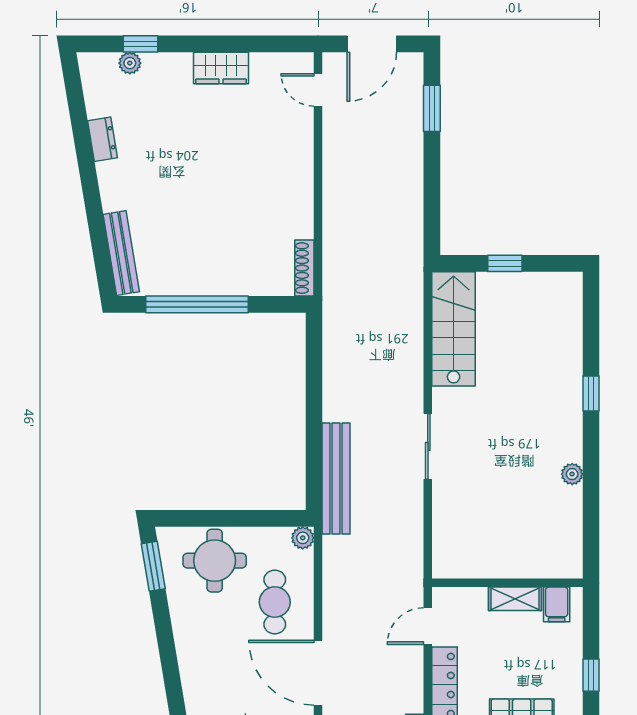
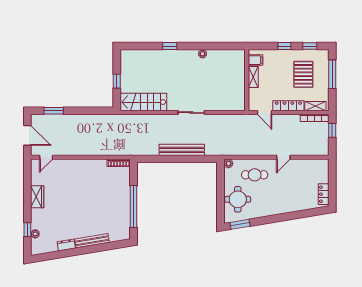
bench: (121, 253) -> (92, 241), moved
bench: (336, 479) -> (182, 150), moved
door: (318, 673) -> (283, 157), width x0.53

